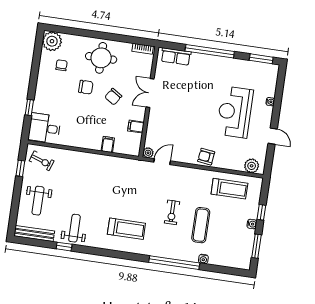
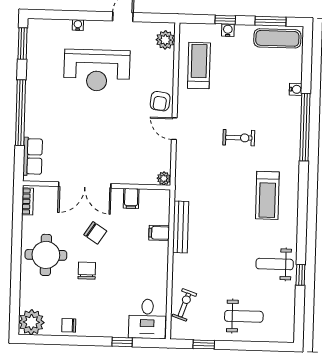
chair: (61, 65) -> (69, 325), moved
double door: (150, 93) -> (85, 185), width x1.37
exercise bike: (42, 161) -> (184, 305), moved
door: (162, 162) -> (174, 129), moved
water cooler: (252, 224) -> (228, 30), moved
exercise mat: (201, 225) -> (277, 38), moved
treadmill: (126, 229) -> (267, 195), turned 180
bench: (34, 233) -> (181, 227), moved

